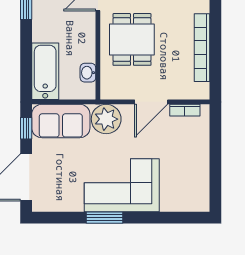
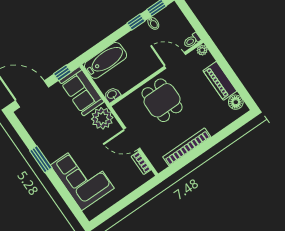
dining table: (132, 39) -> (162, 100), turned 90
washbasin: (88, 73) -> (112, 95), moved
corner sofa: (122, 185) -> (82, 177), moved

